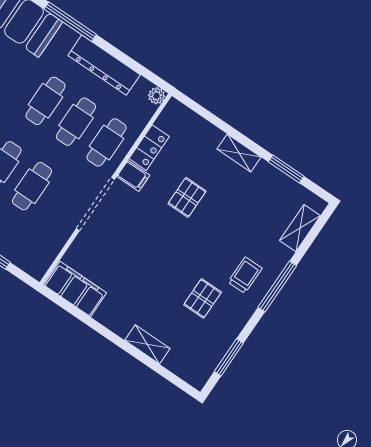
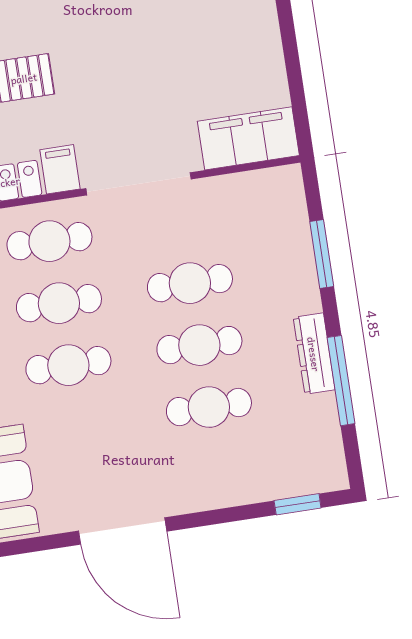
filing cabinet: (75, 289) -> (248, 138), moved, turned 90

